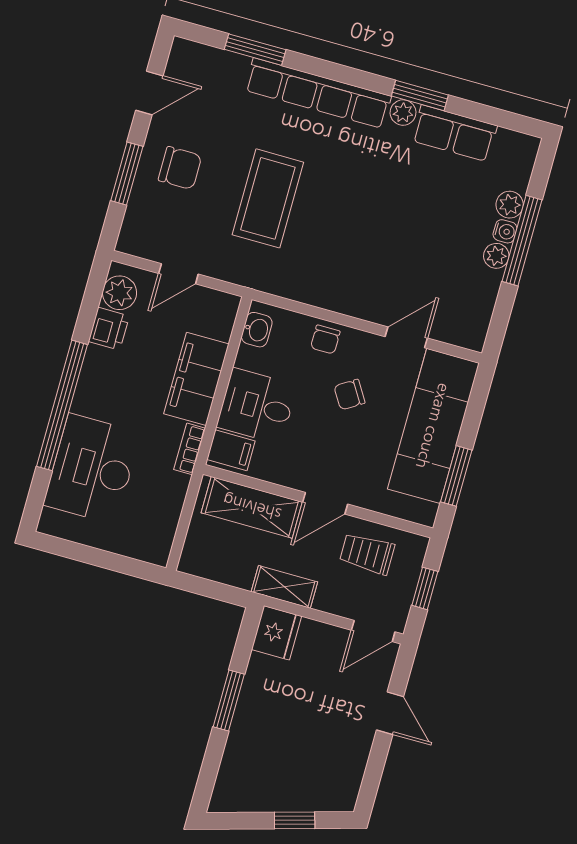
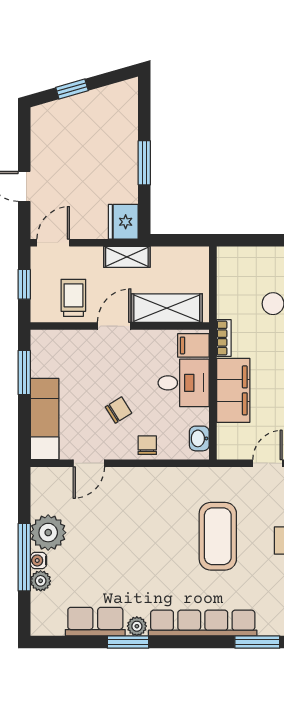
plant: (496, 256) -> (48, 533), width x1.88, depth x1.88
exam couch: (433, 426) -> (45, 419), width x0.73, depth x0.69
trolley: (367, 554) -> (73, 298), turned -90

